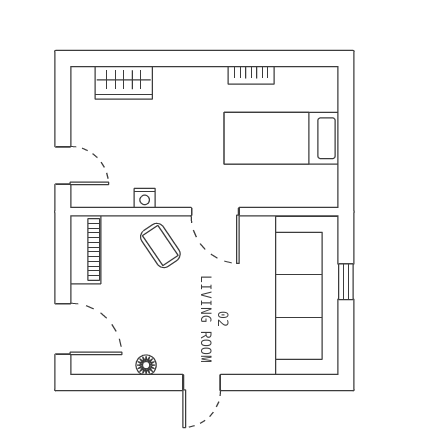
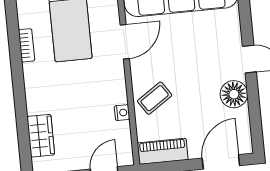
door: (215, 212) -> (125, 42), moved
floor lamp: (146, 365) -> (234, 94), width x1.89, depth x1.89

